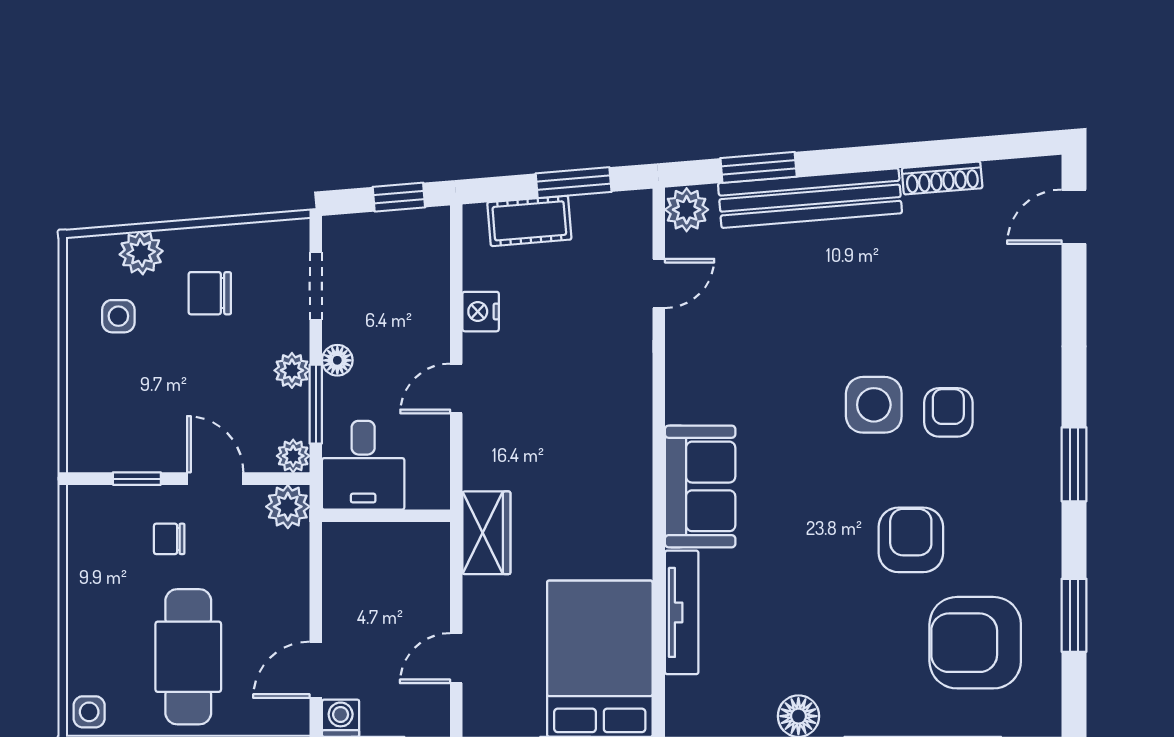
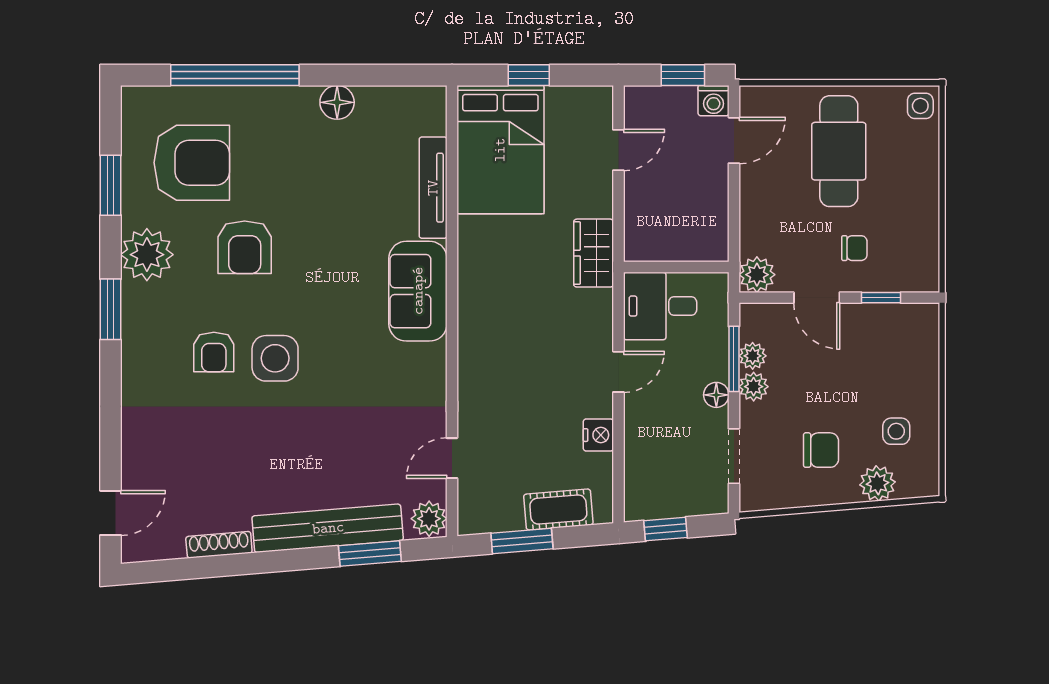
plant: (293, 456) -> (753, 356), moved
desk: (363, 465) -> (660, 306), moved, turned -90
plant: (1030, 531) -> (147, 255), added

